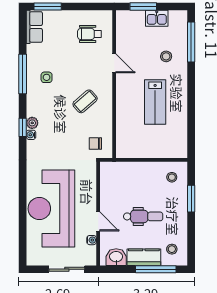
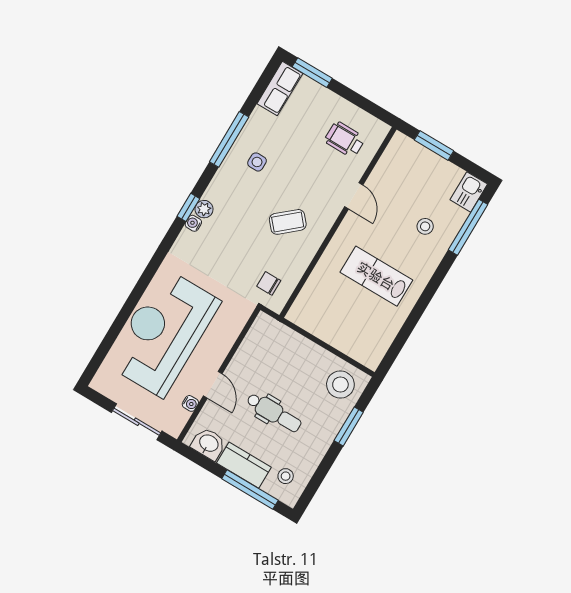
kitchen sink: (157, 18) -> (469, 192), moved, turned 90
lab bench: (155, 102) -> (376, 276), turned 90
stool: (172, 177) -> (340, 385), width x1.89, depth x1.89

